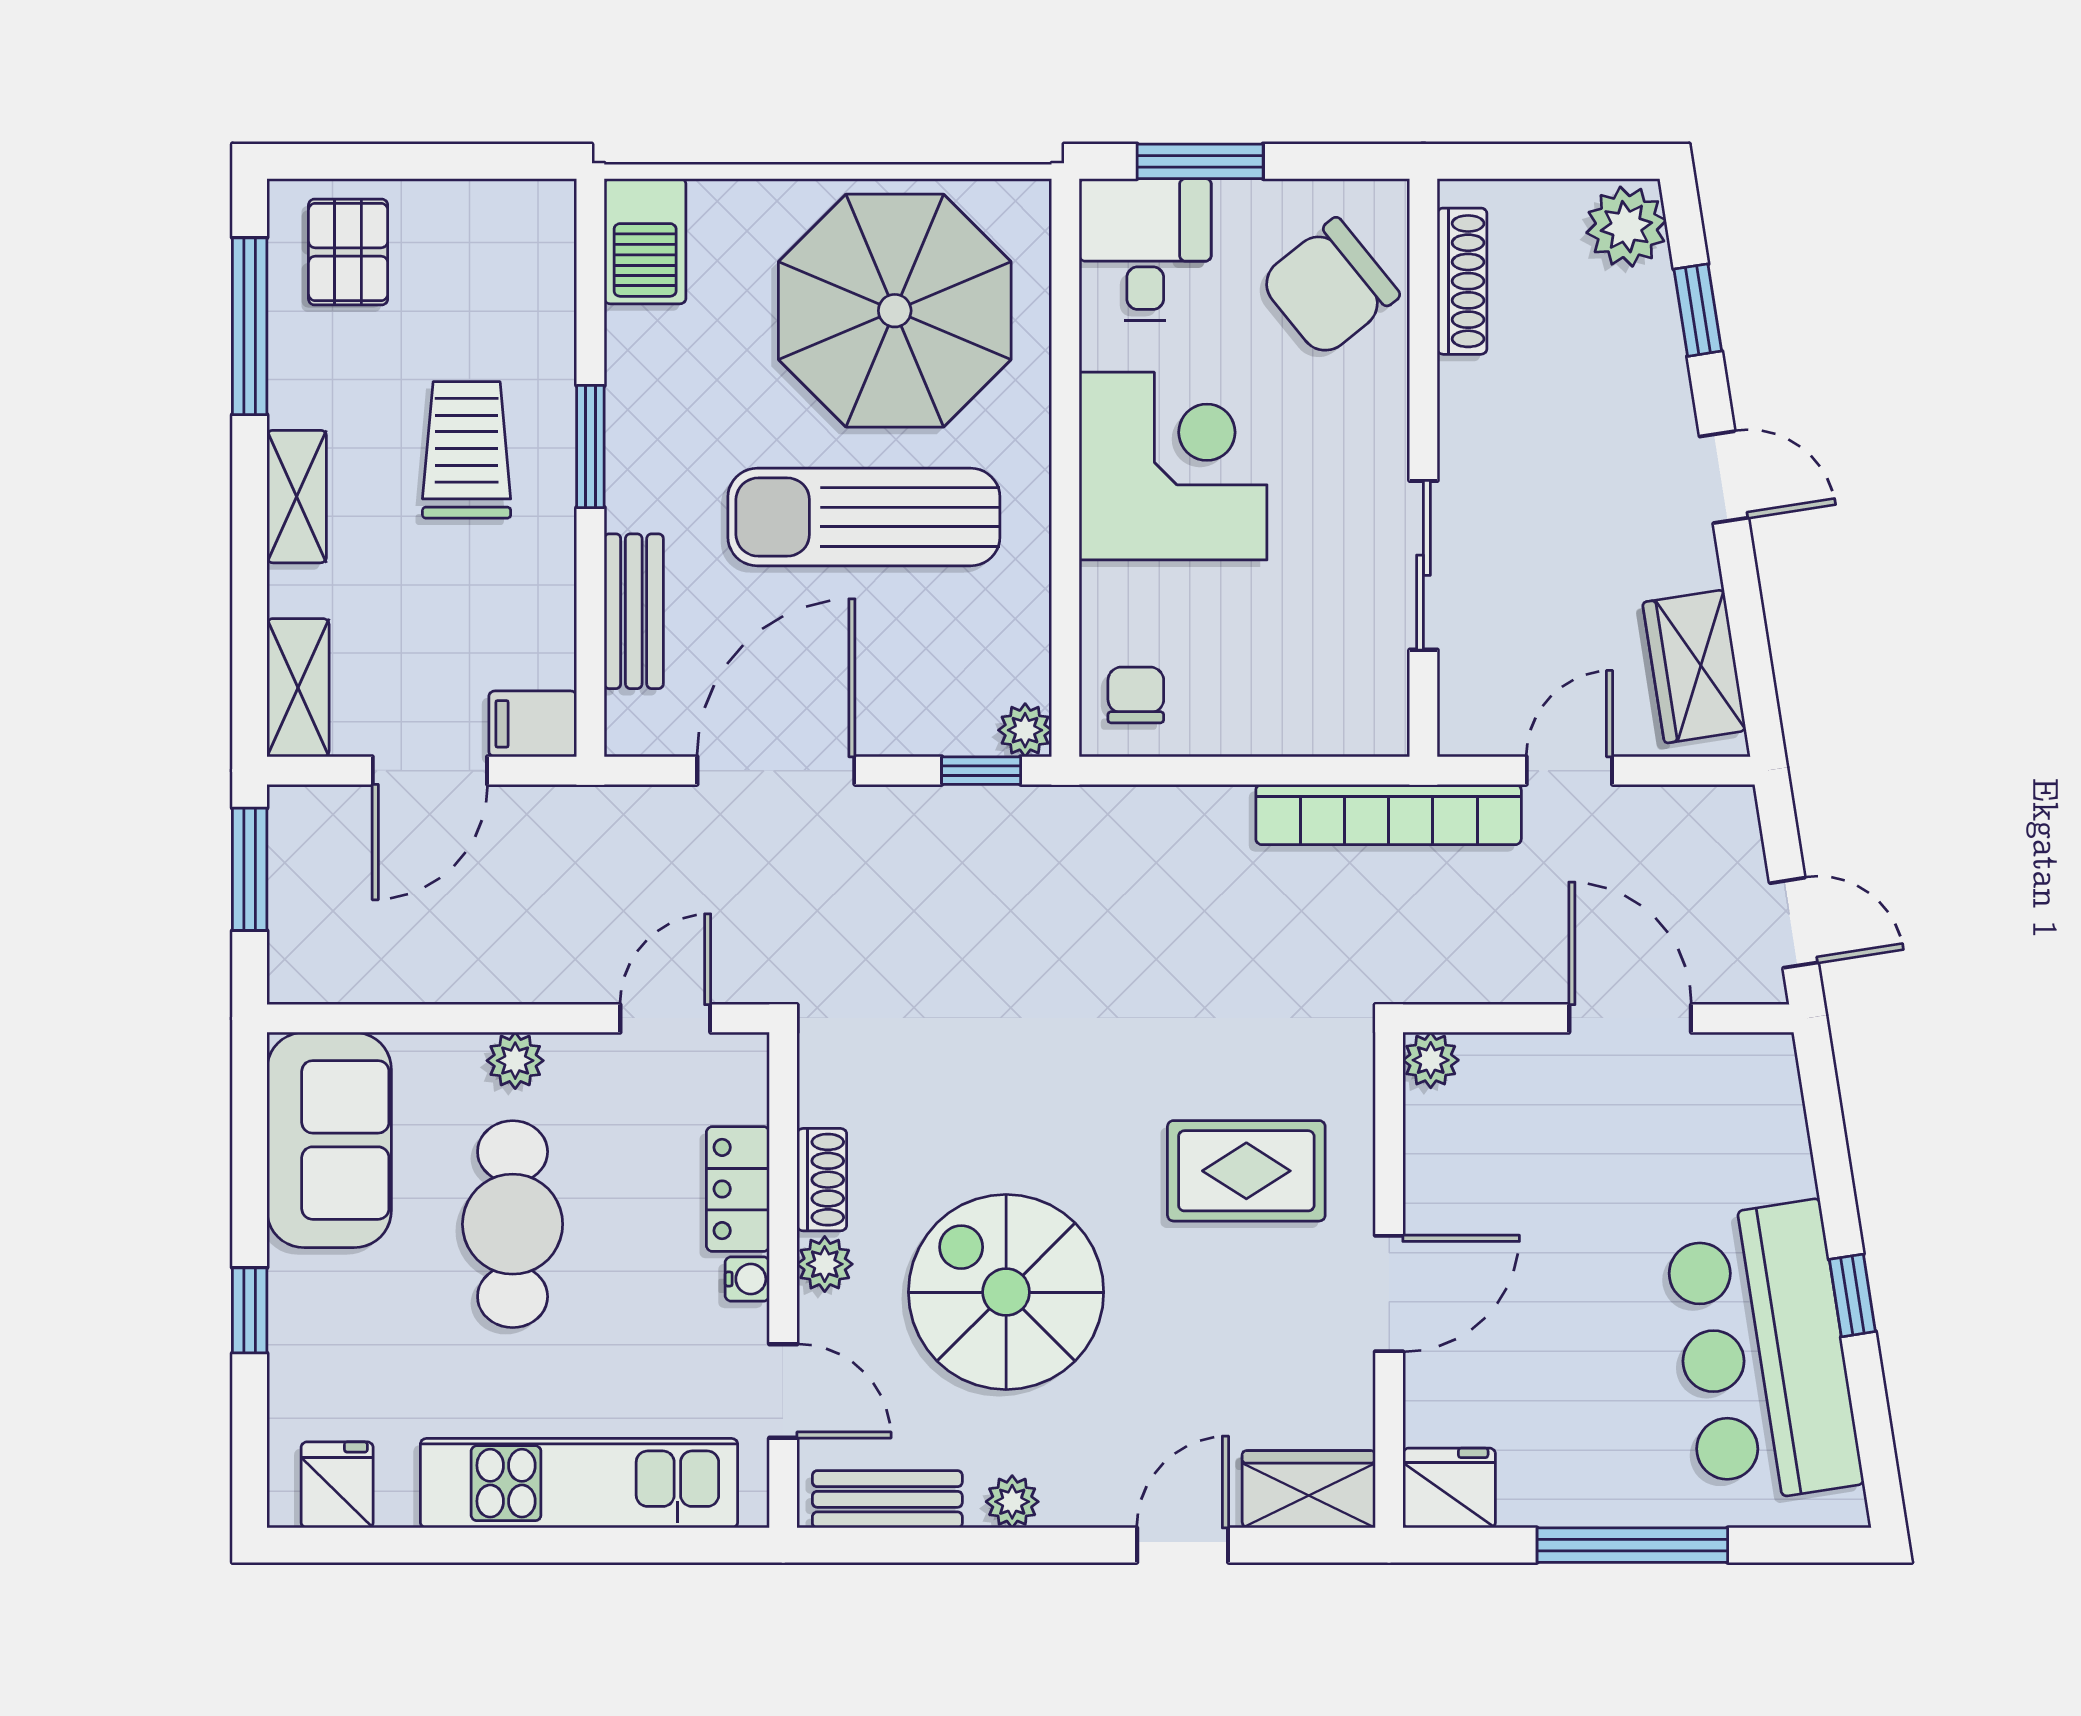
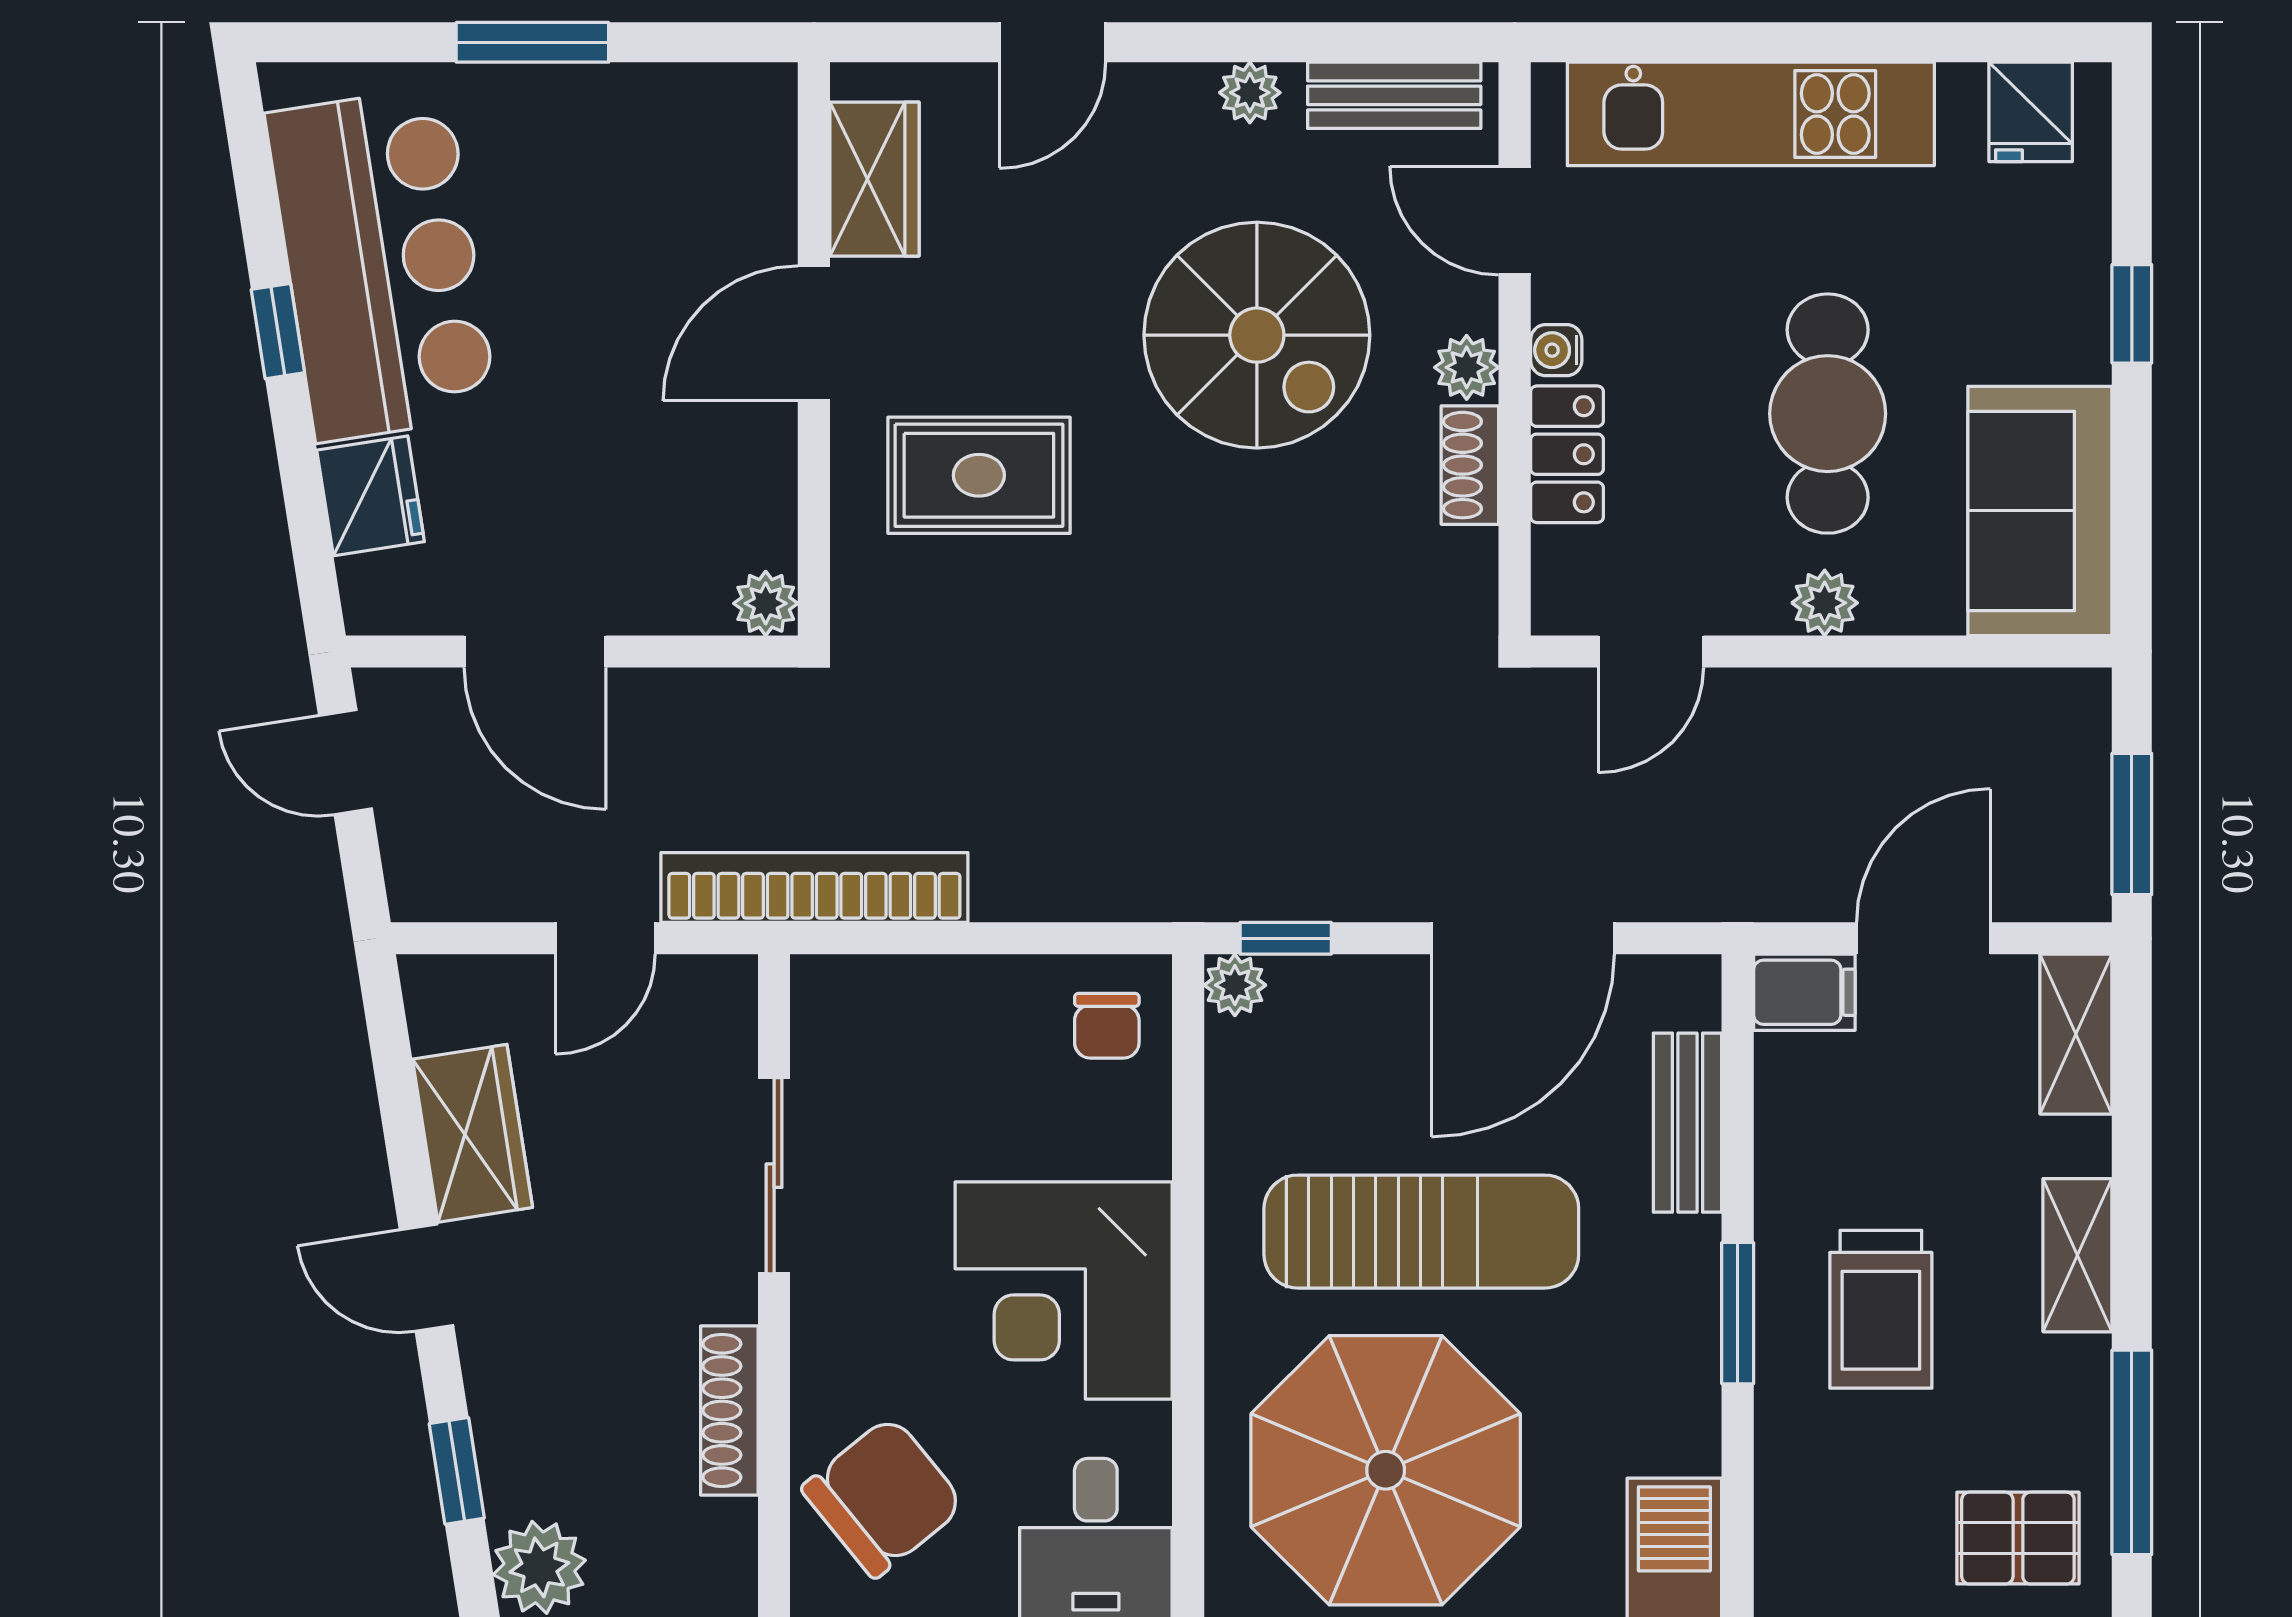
pallet: (348, 252) -> (2018, 1538), turned 90
shoe rack: (1462, 281) -> (729, 1410), moved
wardrobe: (1694, 666) -> (472, 1133), moved
fridge: (1449, 1488) -> (371, 496), moved, turned -99
wardrobe: (1309, 1489) -> (874, 179), moved, turned -90
window: (1632, 1545) -> (532, 42), width x0.69

